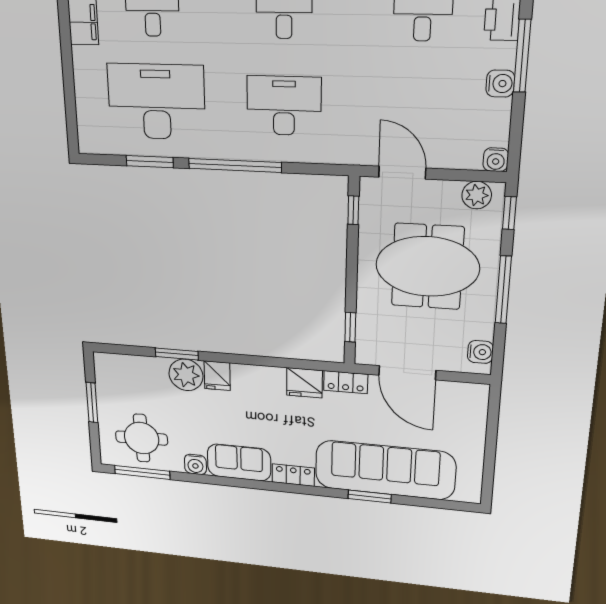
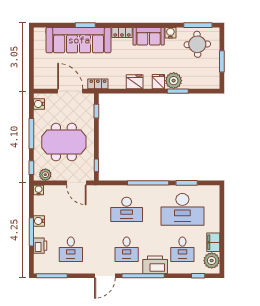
fridge: (304, 383) -> (135, 82), moved

